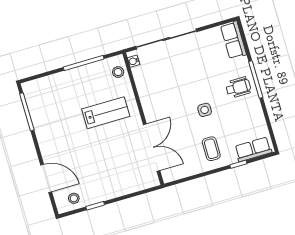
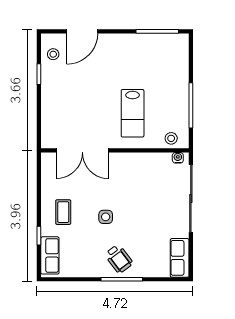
row of seats: (233, 40) -> (180, 258), moved, turned -90
wheelchair: (238, 87) -> (119, 259), turned -37
coffee table: (211, 149) -> (63, 212), turned 90

